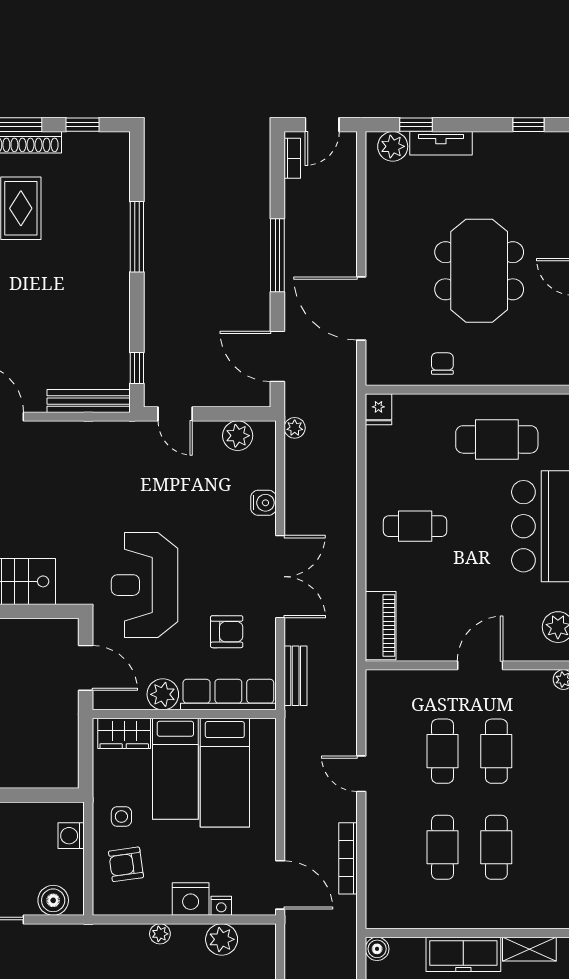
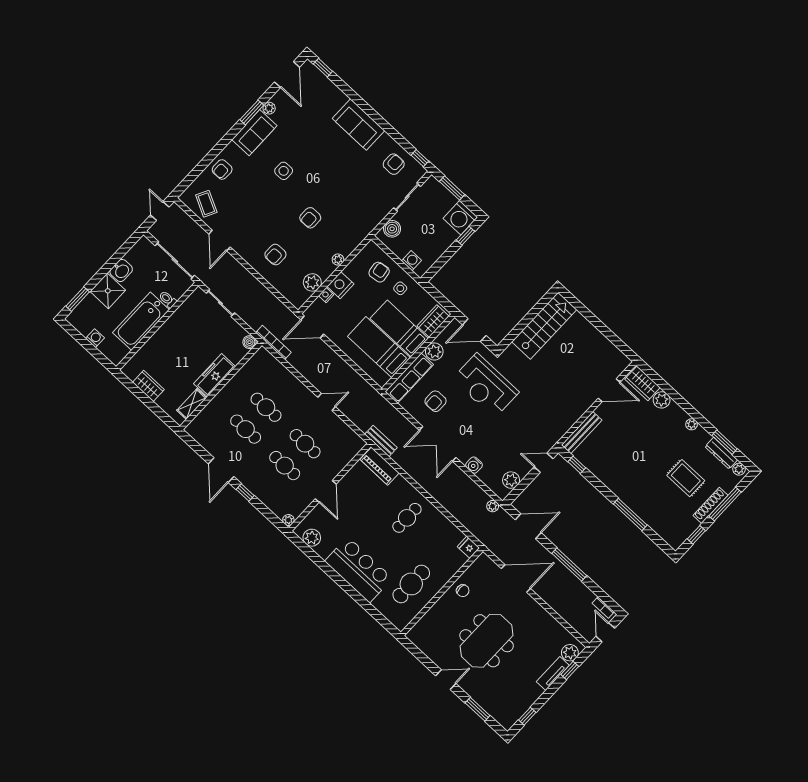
meeting table: (479, 271) -> (487, 641), turned 90
reception desk: (145, 585) -> (486, 386), turned 180
bench: (296, 676) -> (381, 441), moved
bookcase: (348, 858) -> (273, 342), moved

